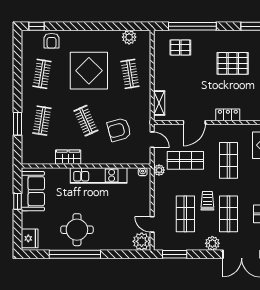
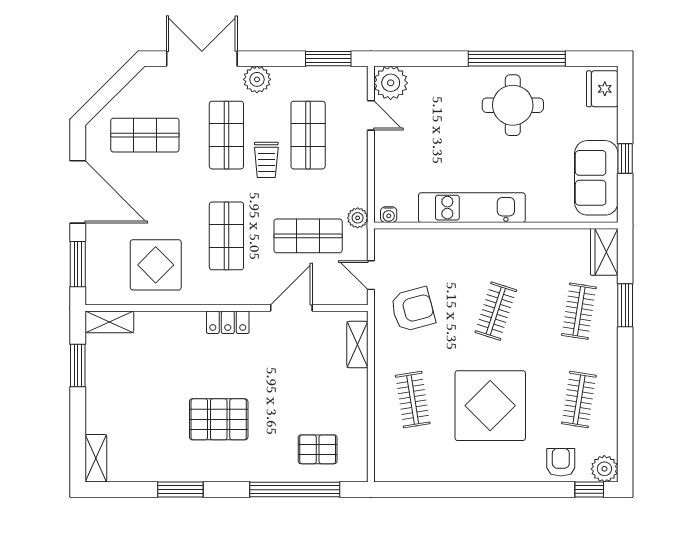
plant: (129, 37) -> (604, 469), moved
clothes rail: (86, 121) -> (496, 311), turned 42
armchair: (119, 130) -> (413, 309), moved
wardrobe: (68, 157) -> (604, 252), moved, turned 90

